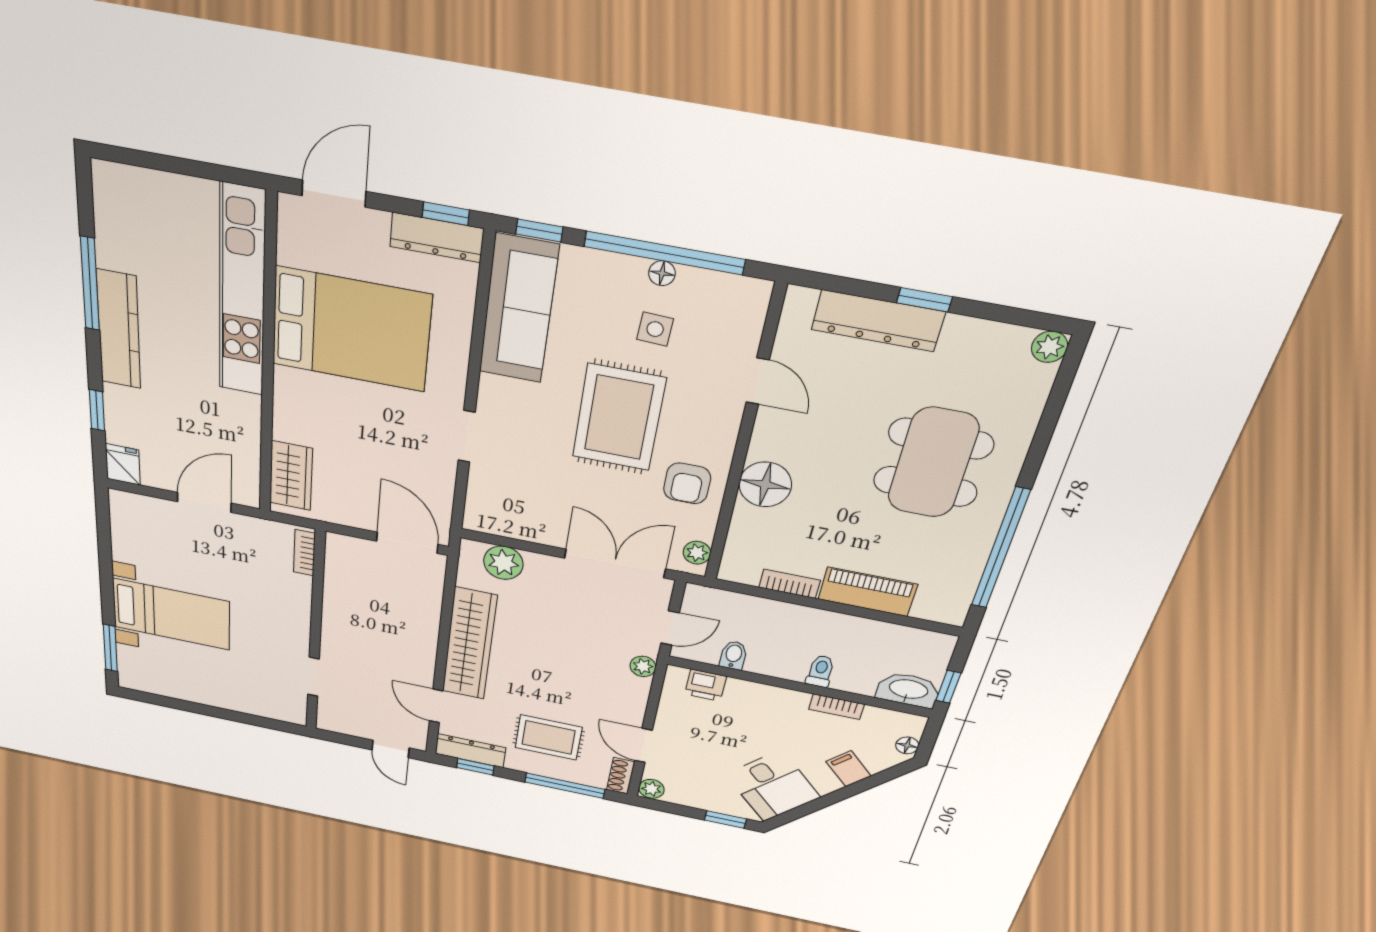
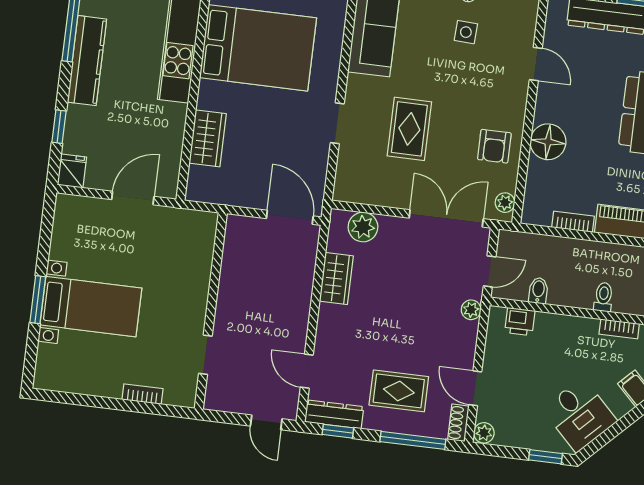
rug: (619, 418) -> (409, 129), moved, width x0.73, depth x0.70
wardrobe: (291, 476) -> (208, 138), moved
bookcase: (304, 553) -> (142, 394), moved, turned 90
wardrobe: (469, 644) -> (336, 279), width x0.48, depth x0.85
window: (110, 648) -> (38, 300), moved

